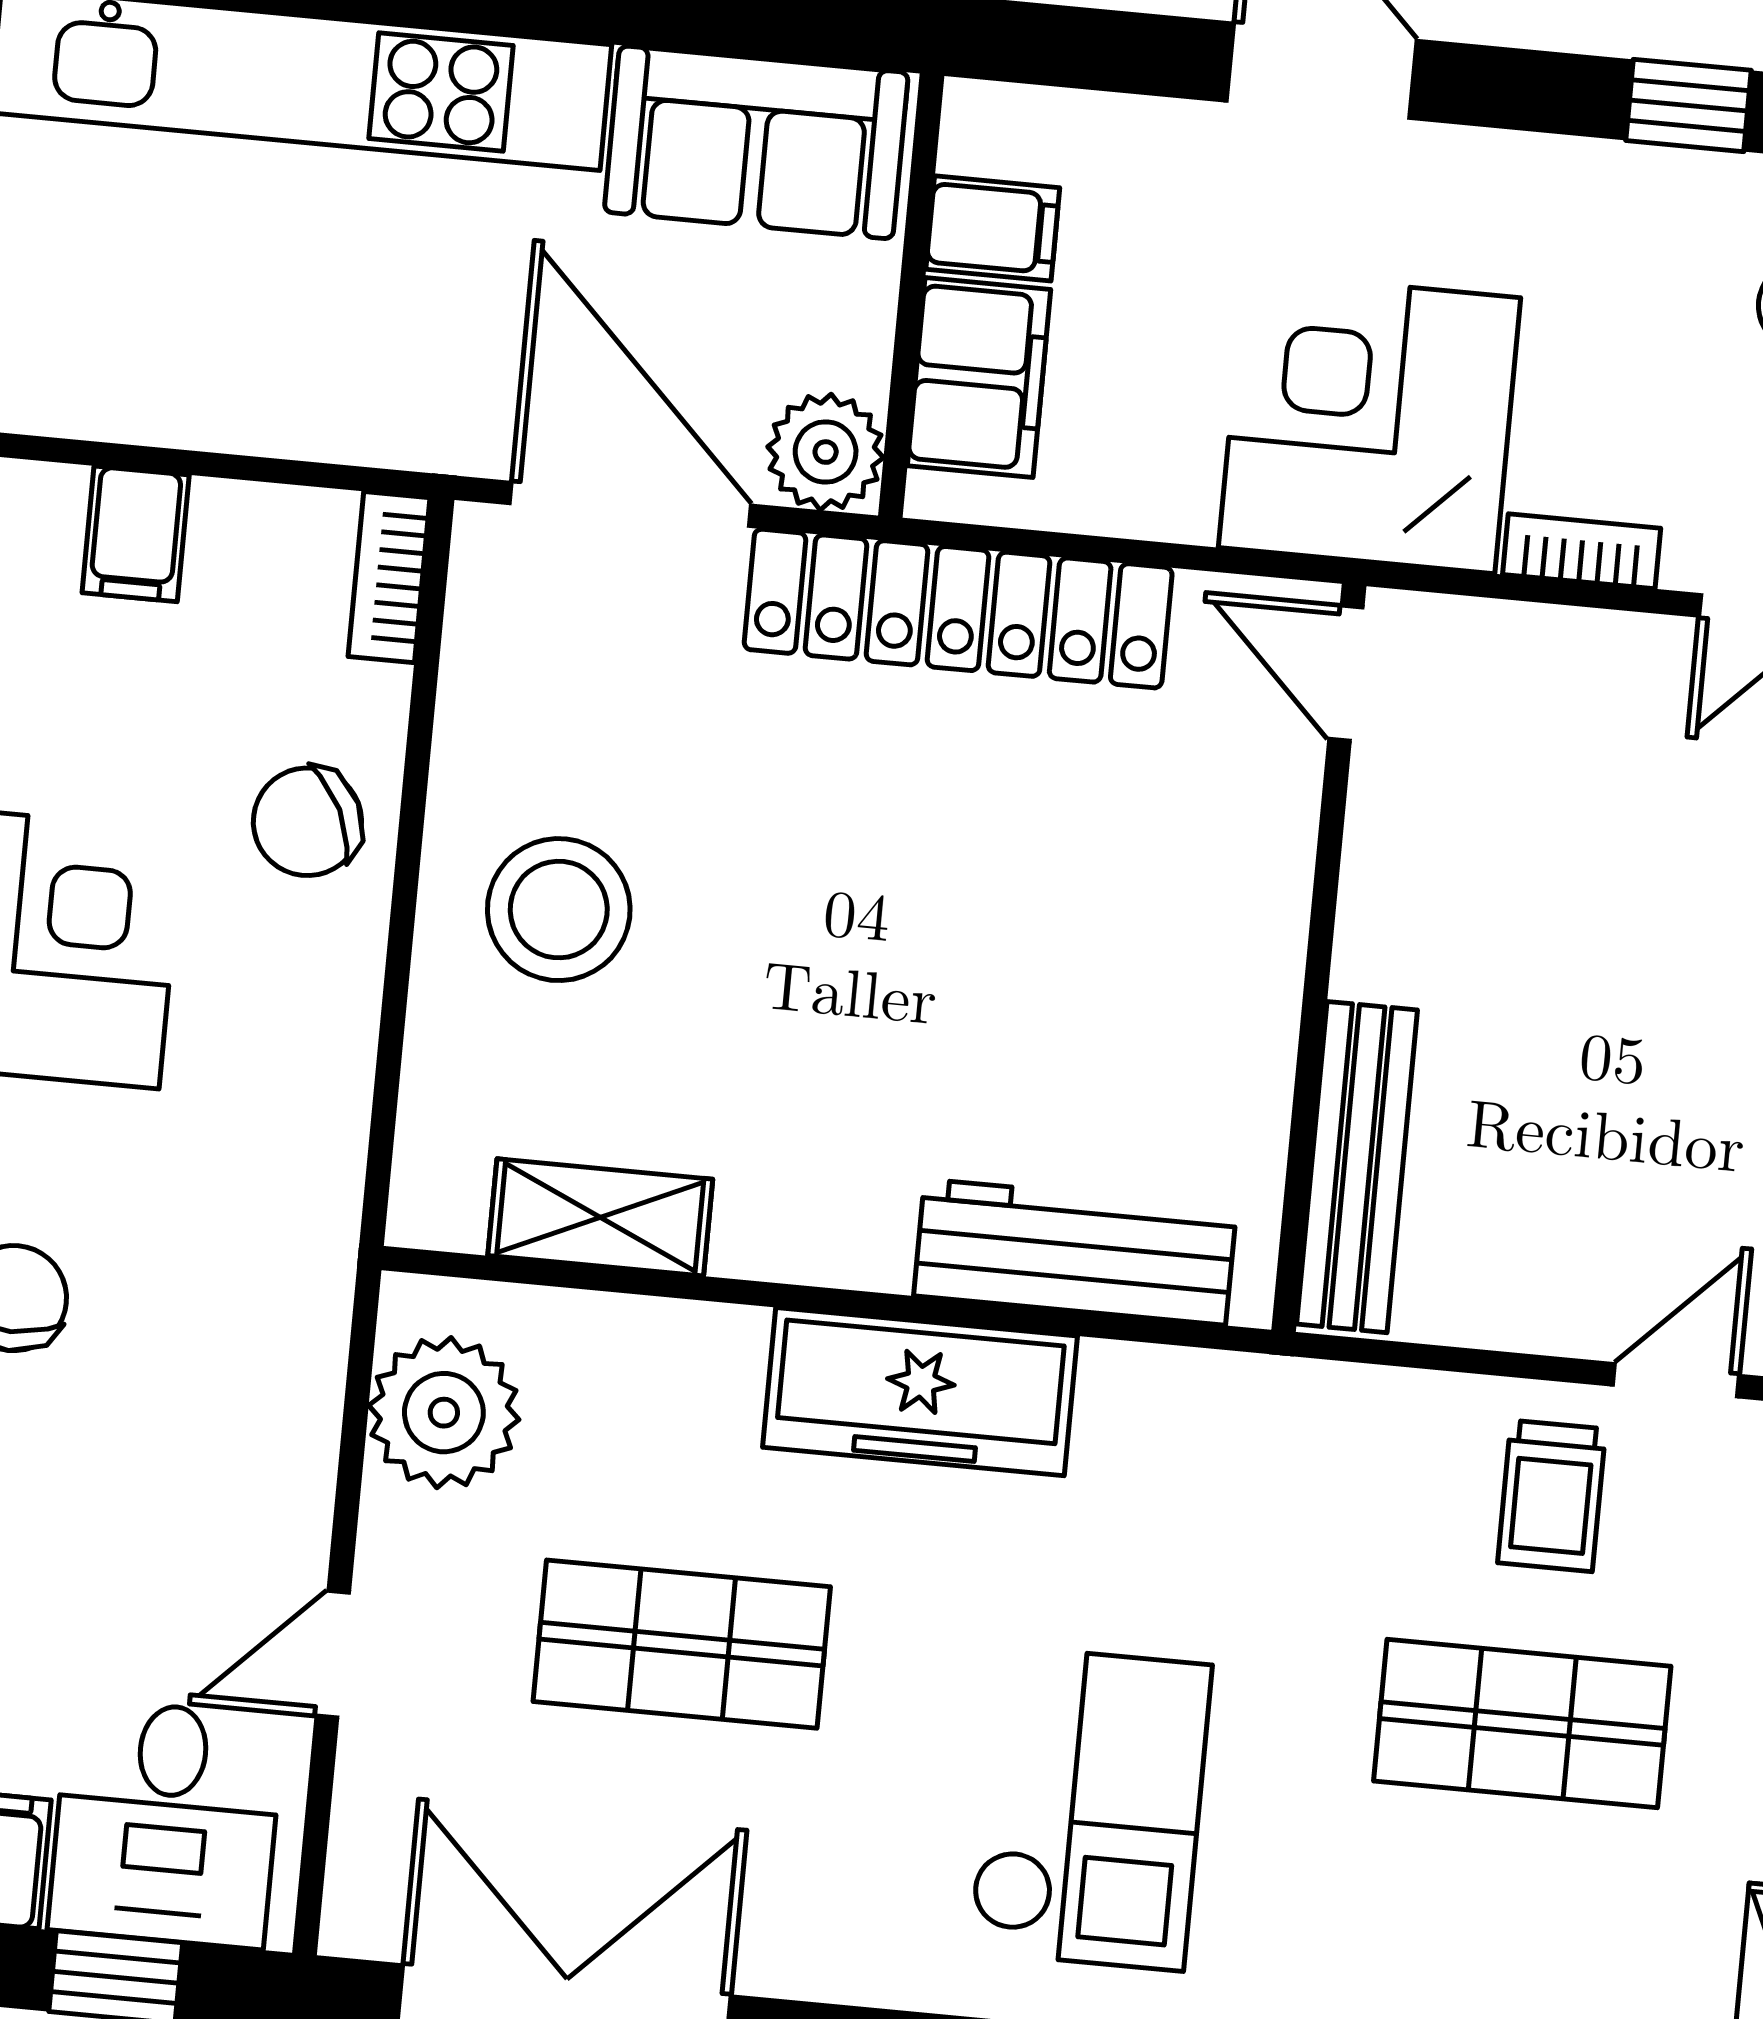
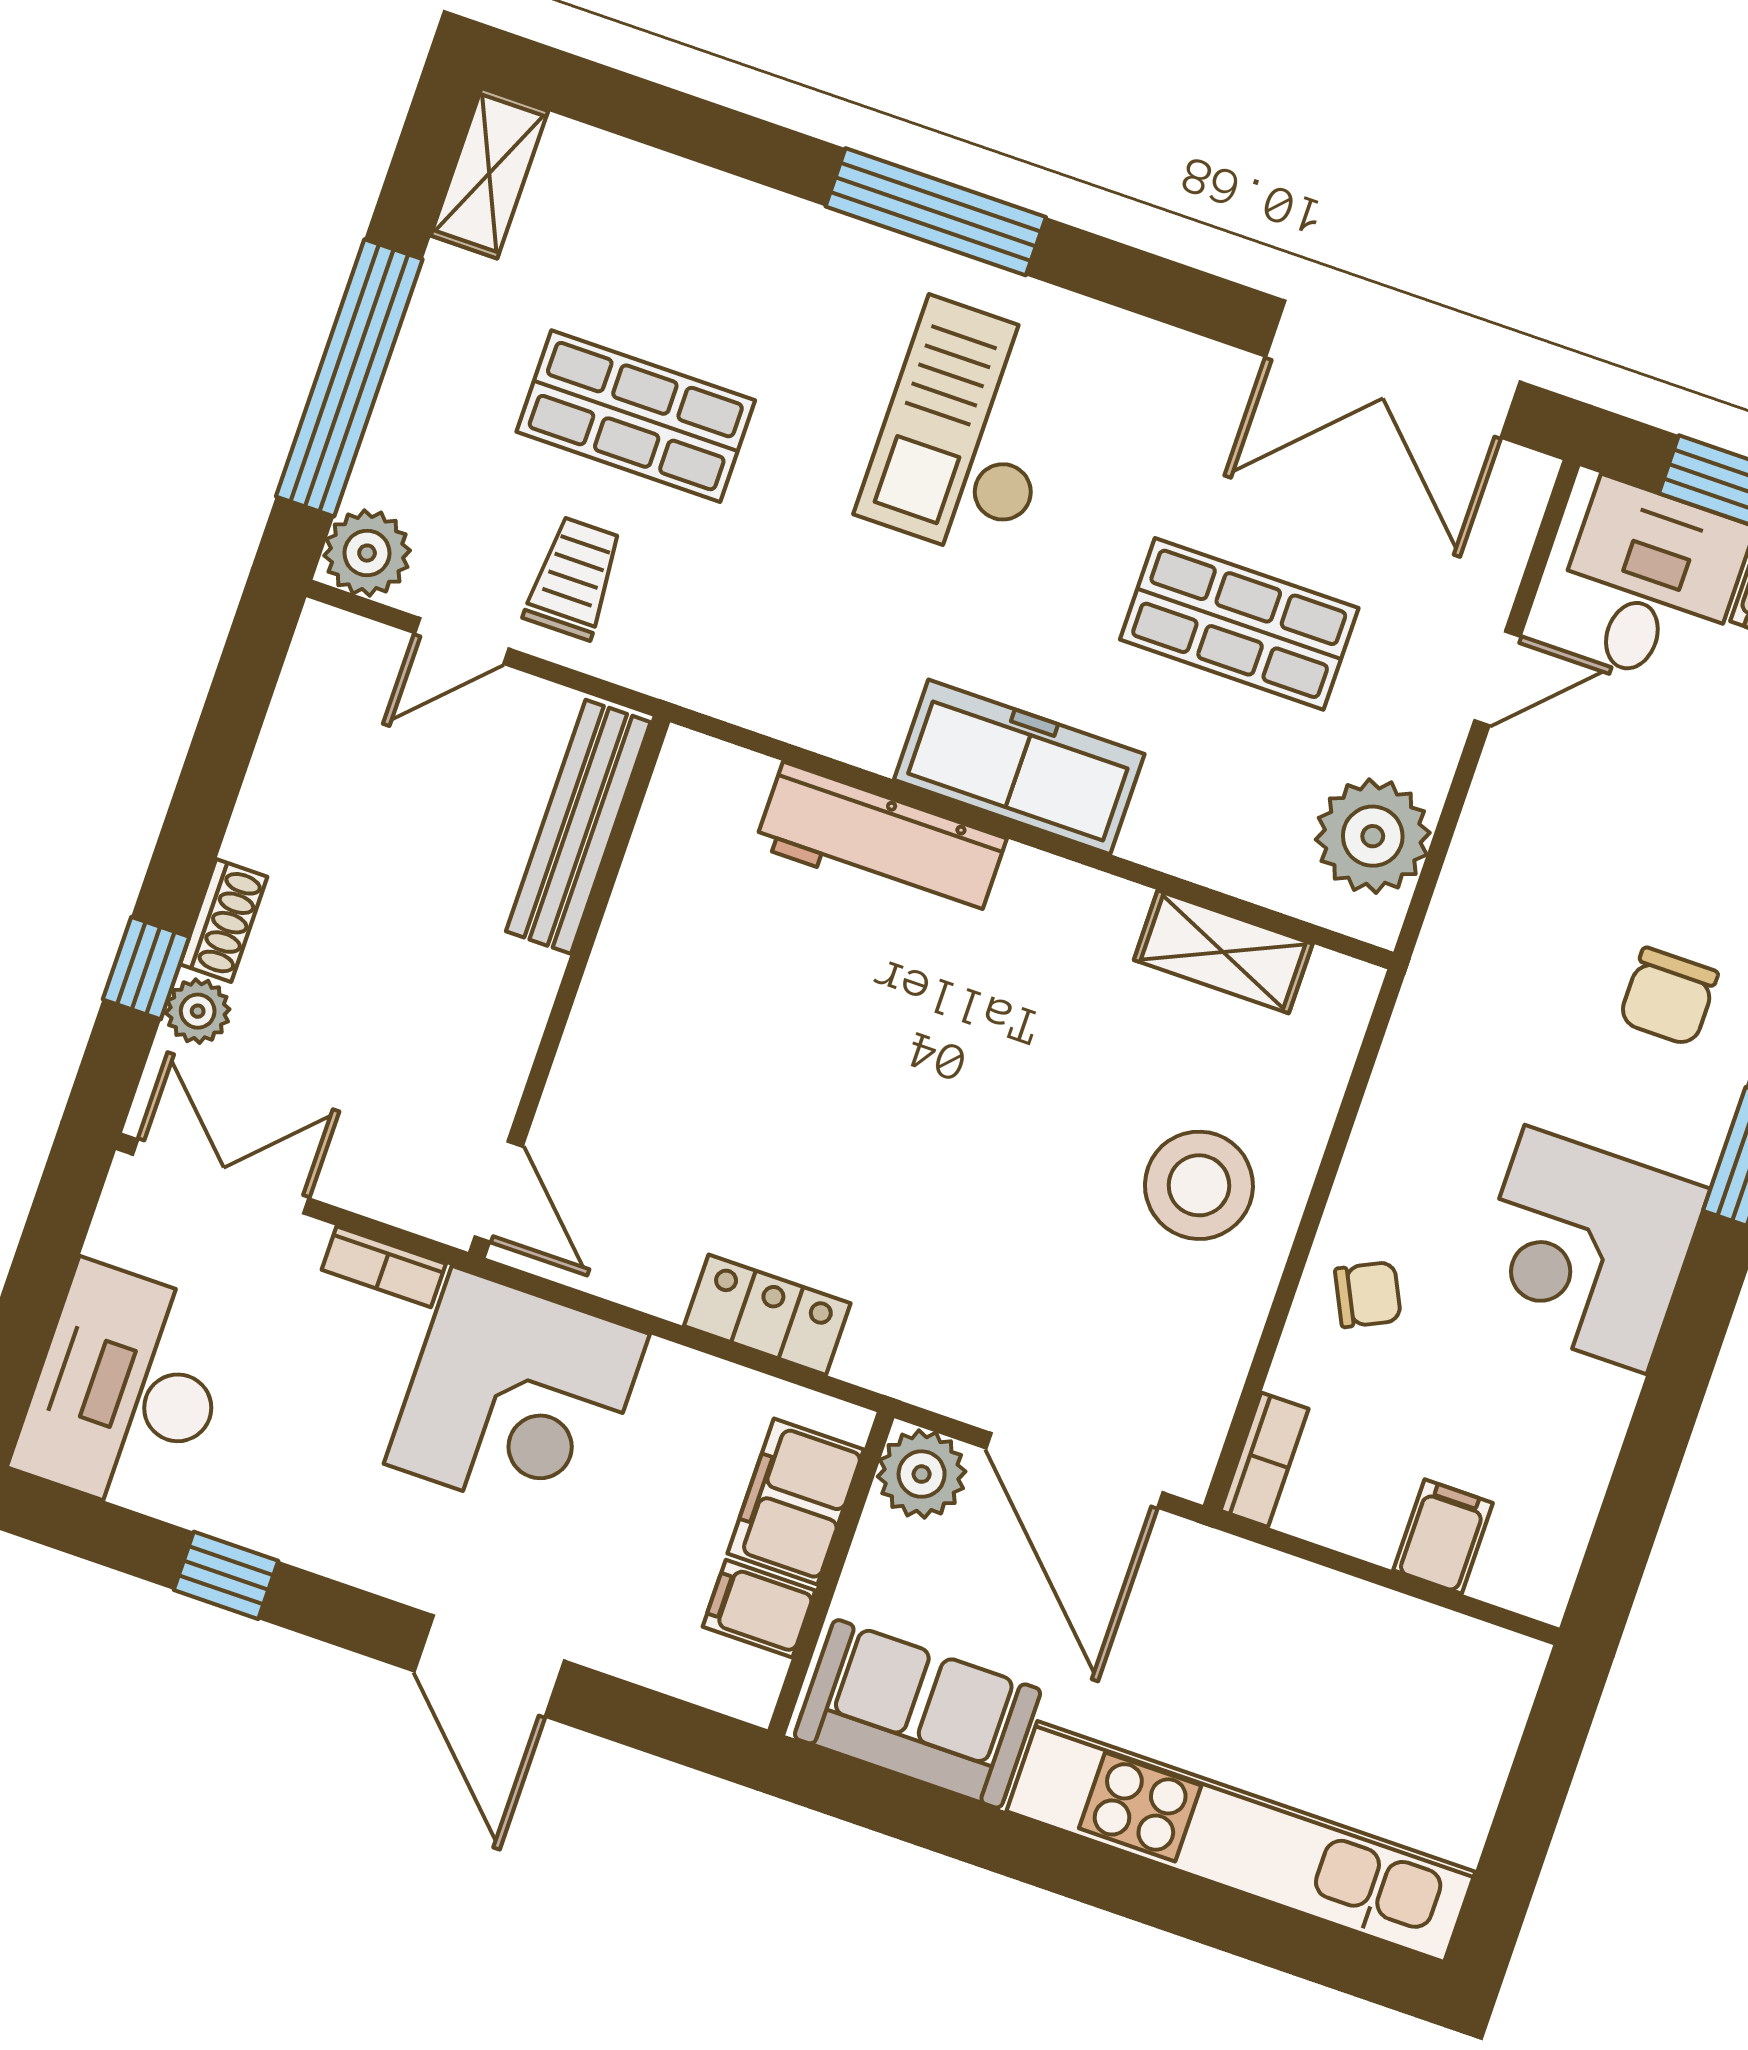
locker: (958, 609) -> (767, 1315), width x0.46, depth x0.83
door: (1346, 673) -> (499, 1192), moved
chair: (307, 822) -> (1368, 1295), width x0.73, depth x0.73
wall: (1319, 958) -> (569, 987), moved
bench: (1357, 1167) -> (578, 827), moved

